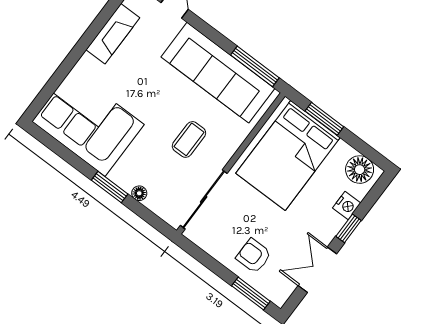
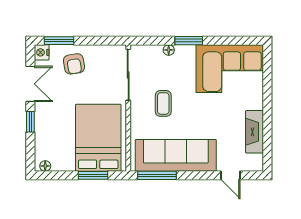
floor lamp: (360, 170) -> (45, 166), width x0.53, depth x0.53
nightstand: (347, 206) -> (42, 52), moved
armchair: (254, 256) -> (74, 64), turned 81

